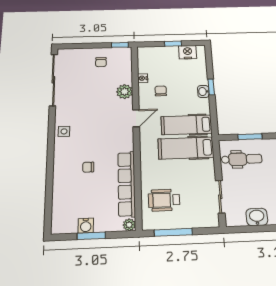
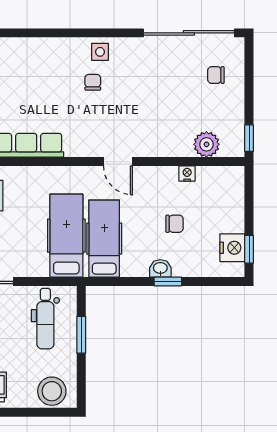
window: (173, 44) -> (249, 249), moved
chair: (101, 62) -> (216, 75), moved
chair: (161, 91) -> (174, 224), moved
plant: (124, 92) -> (206, 144), moved
chair: (88, 167) -> (93, 82), moved

